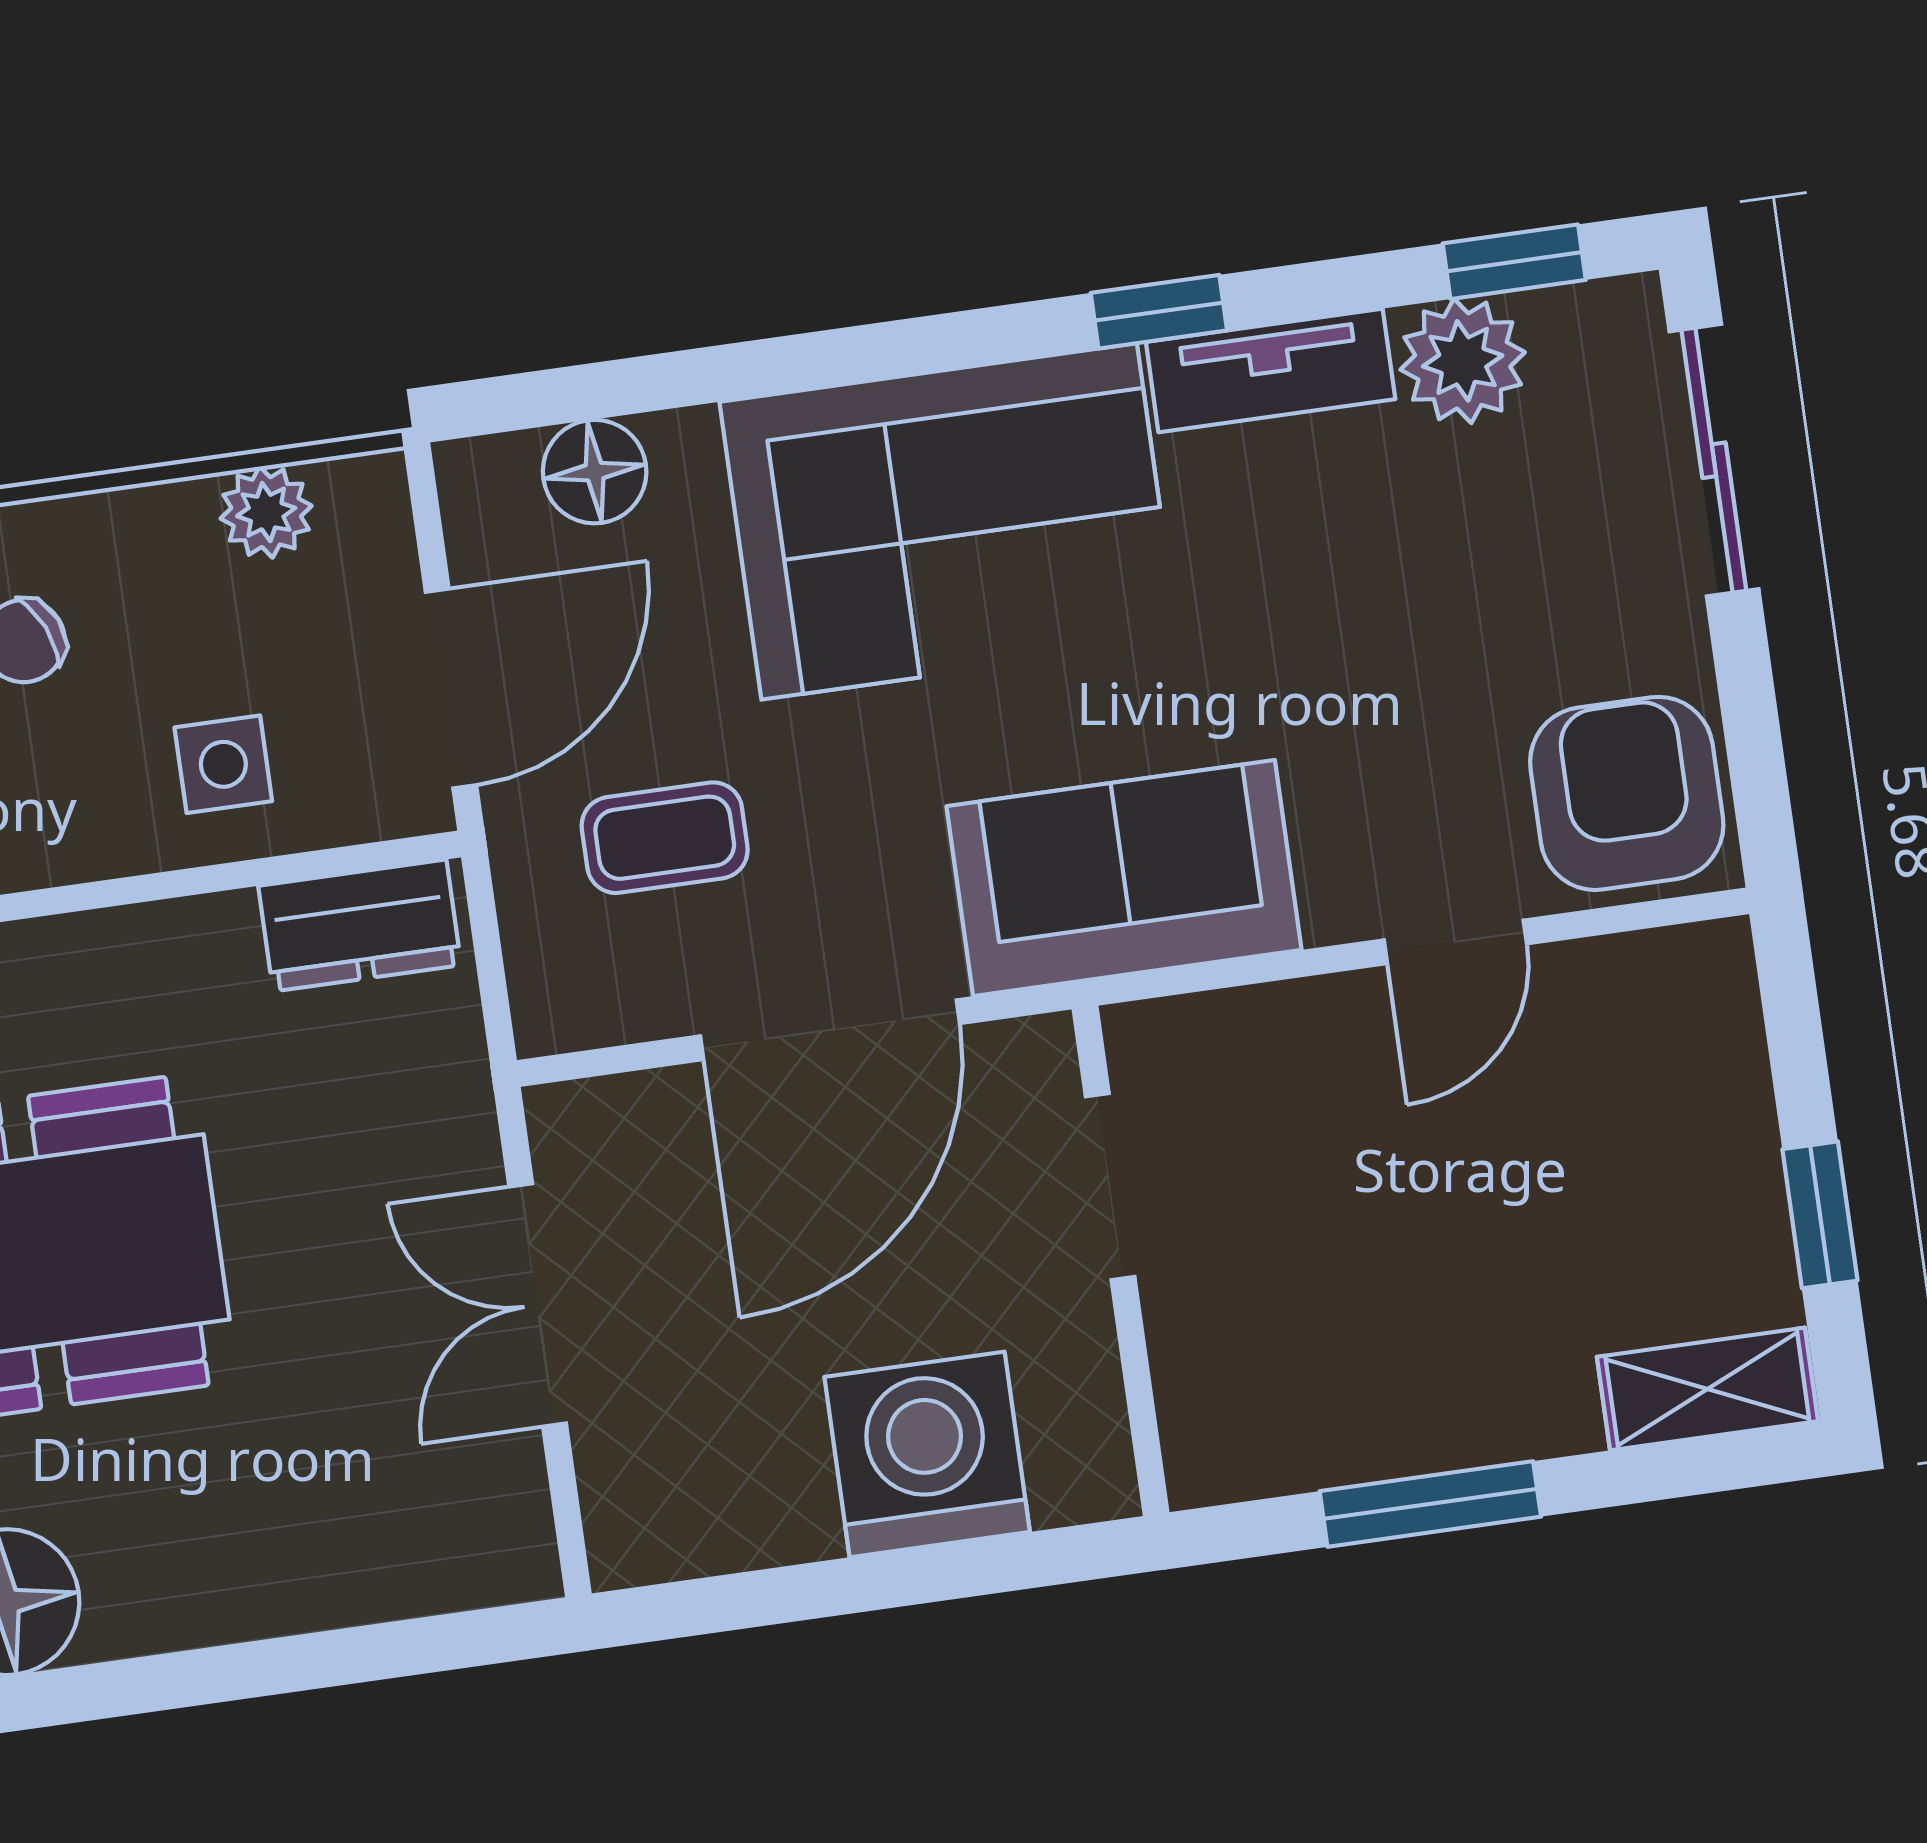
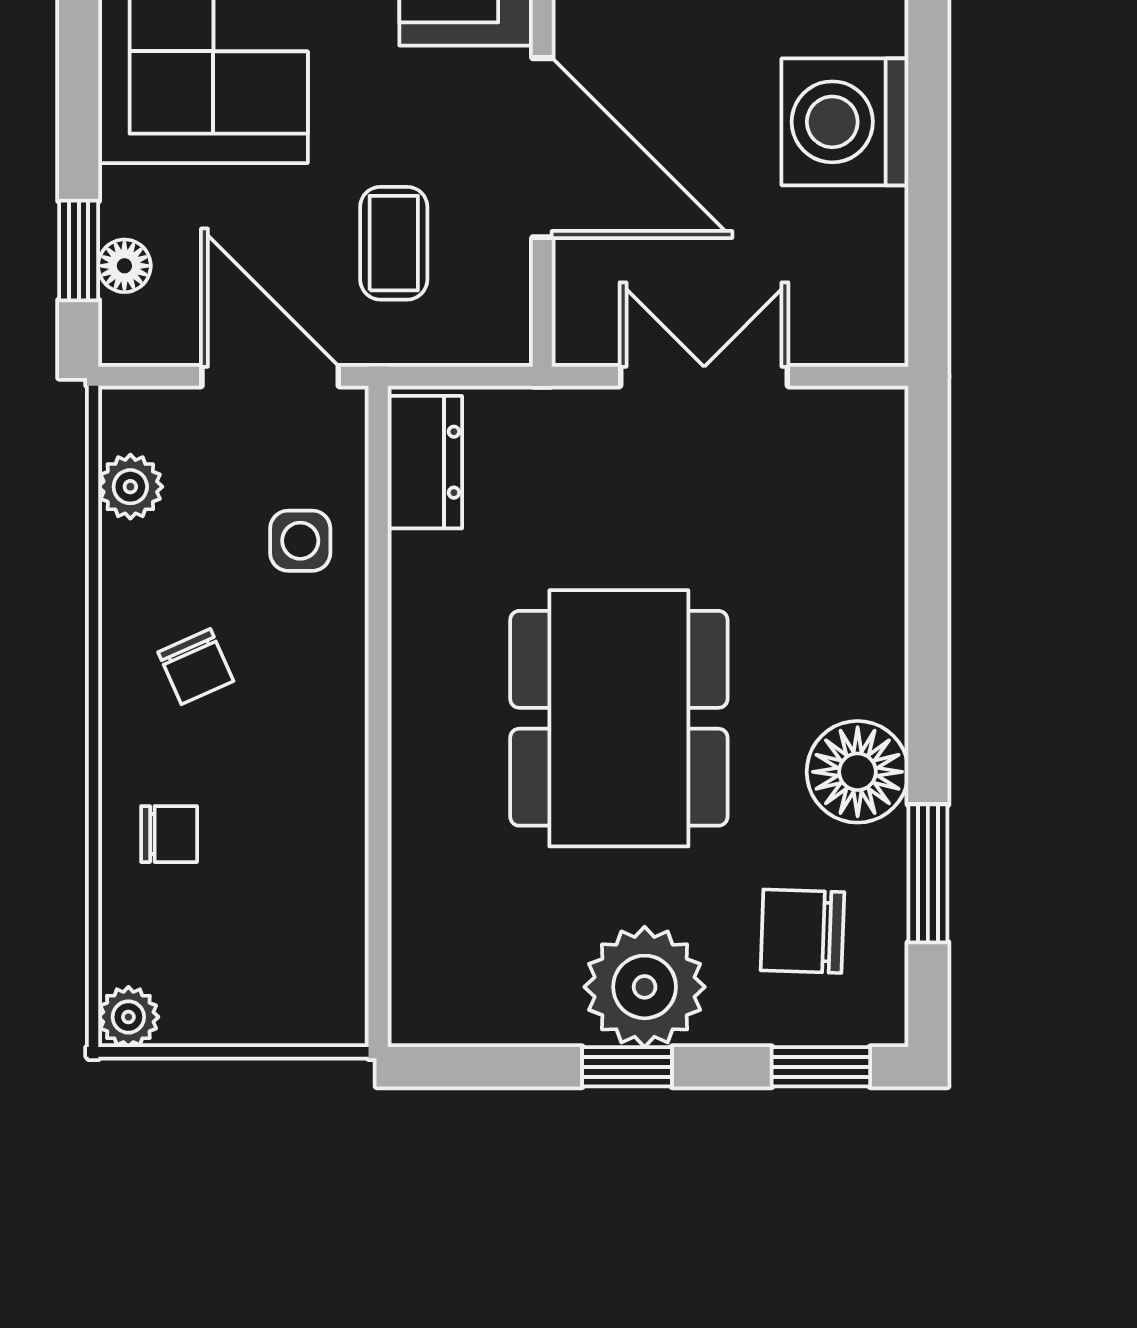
window: (591, 391) -> (79, 250), added
floor lamp: (595, 472) -> (124, 266), width x0.73, depth x0.73
double door: (538, 1305) -> (704, 376), swing flipped

